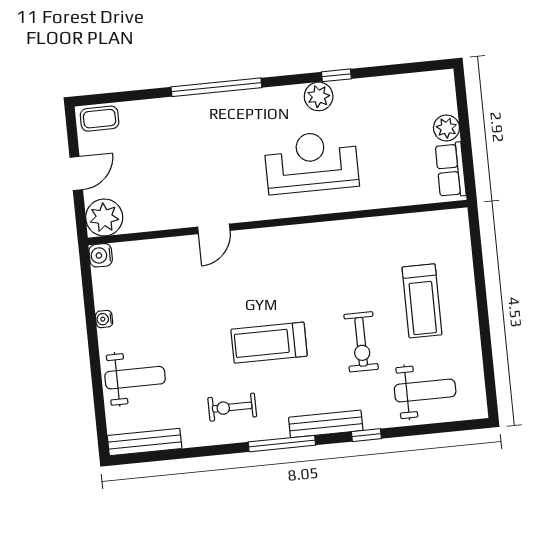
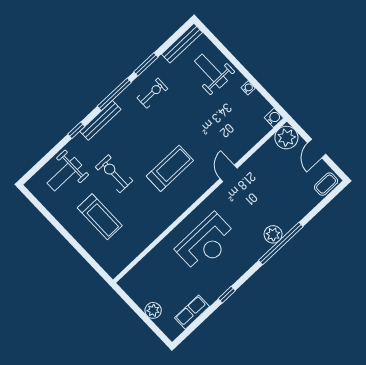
plant: (319, 96) -> (273, 234), moved
row of seats: (451, 170) -> (192, 312), moved, turned -90
treadmill: (422, 301) -> (100, 217), turned 180
treadmill: (269, 343) -> (170, 168), moved
weight bench: (135, 378) -> (211, 71), turned 90
window: (212, 451) -> (146, 64), added

